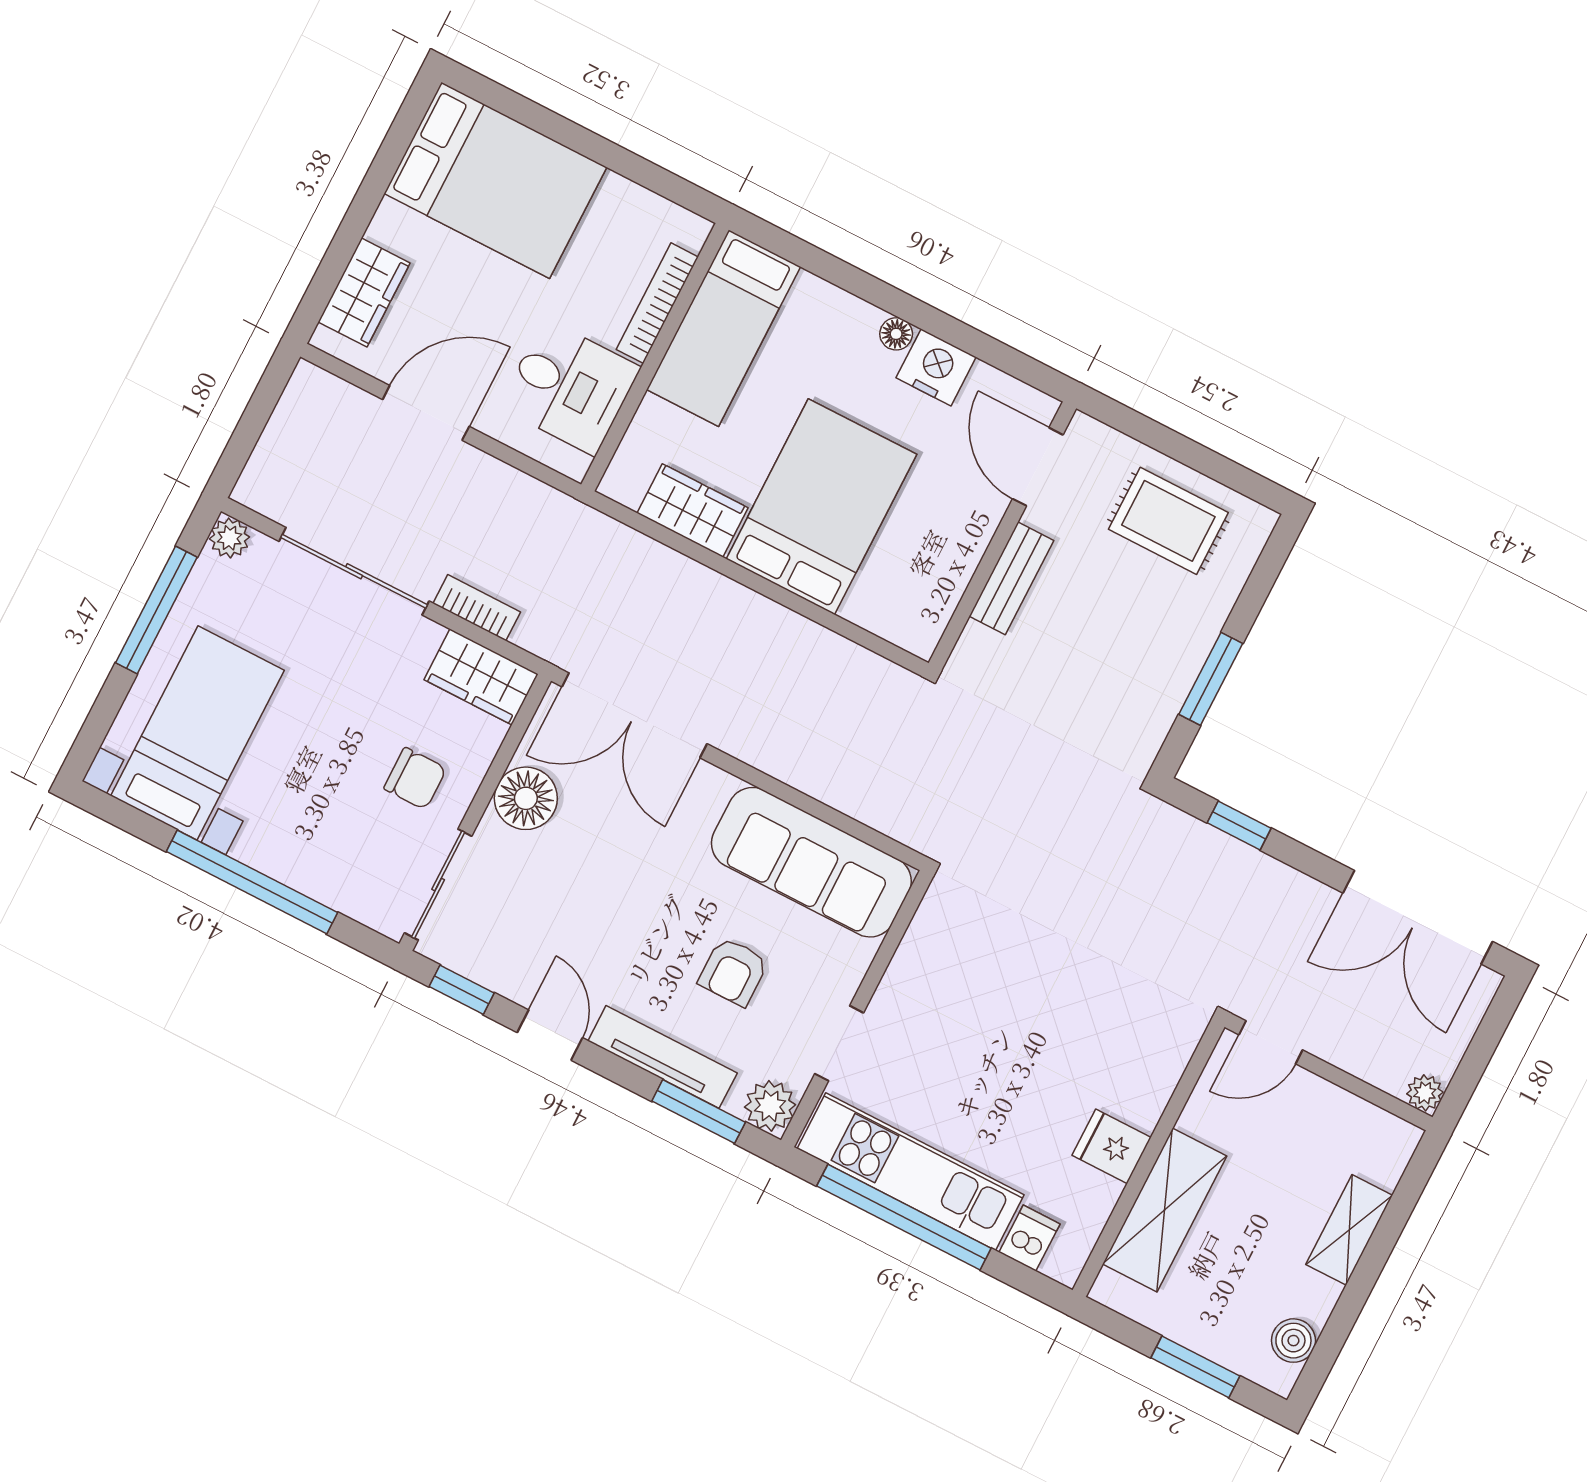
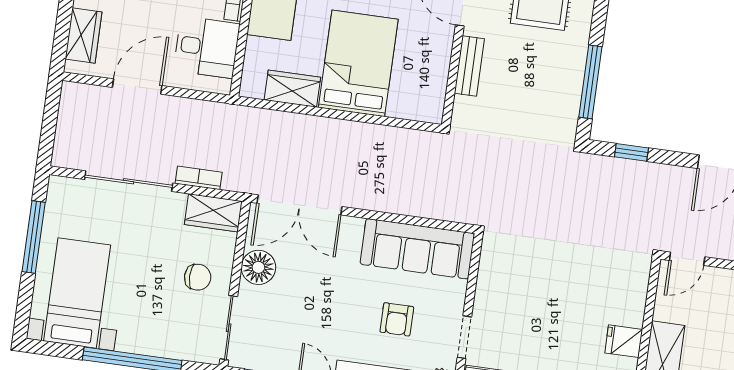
plant: (230, 538) -> (58, 187), removed
window: (1211, 679) -> (590, 82), width x1.44

